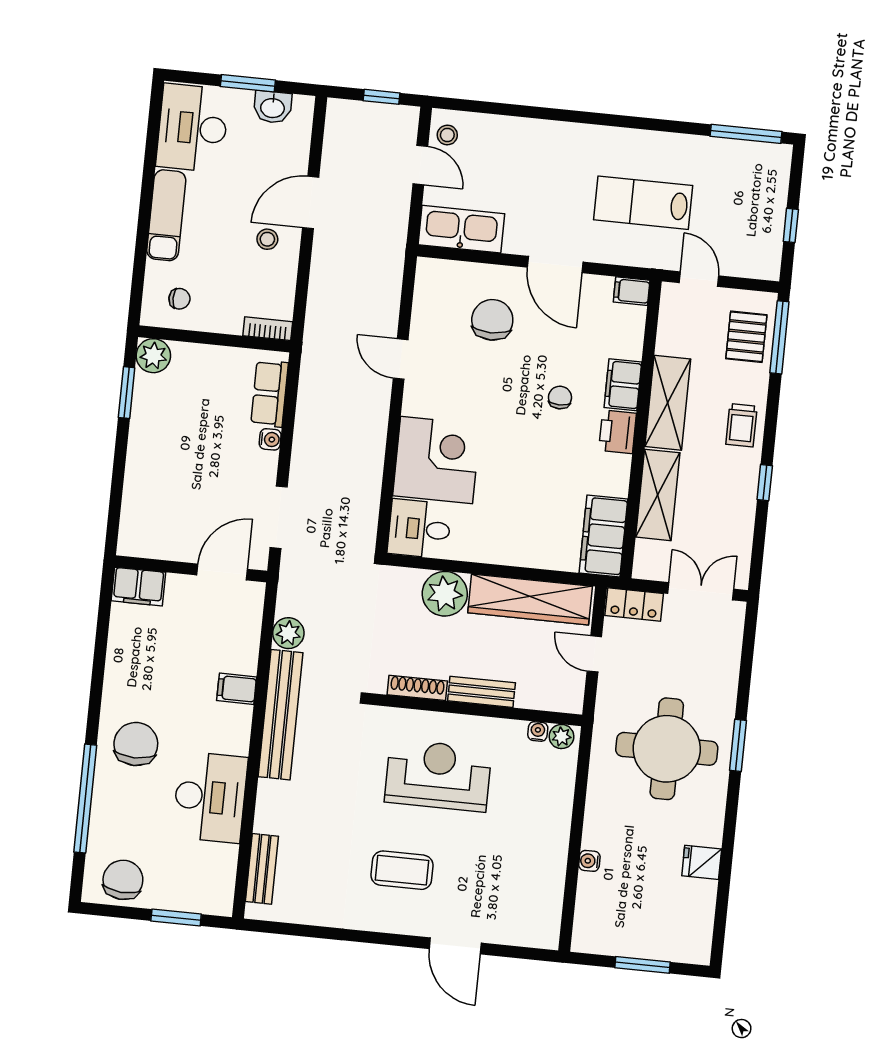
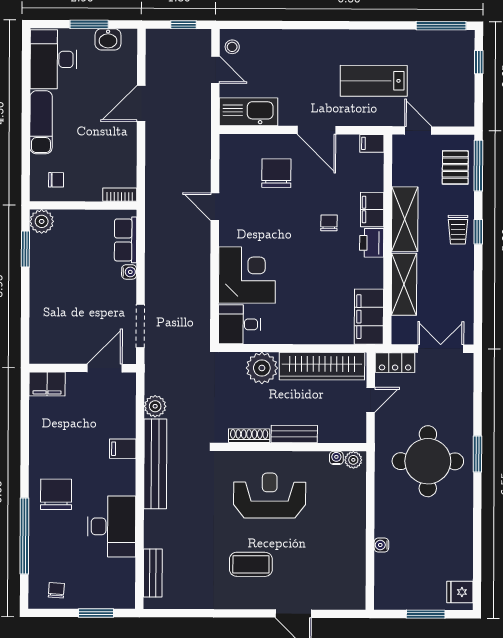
window: (791, 225) -> (479, 62), moved
stool: (267, 239) -> (113, 132), removed
window: (765, 483) -> (478, 232), moved
door: (594, 654) -> (371, 400), swing flipped
fridge: (702, 862) -> (460, 592), moved
chair: (123, 880) -> (56, 590), width x0.54, depth x0.54

